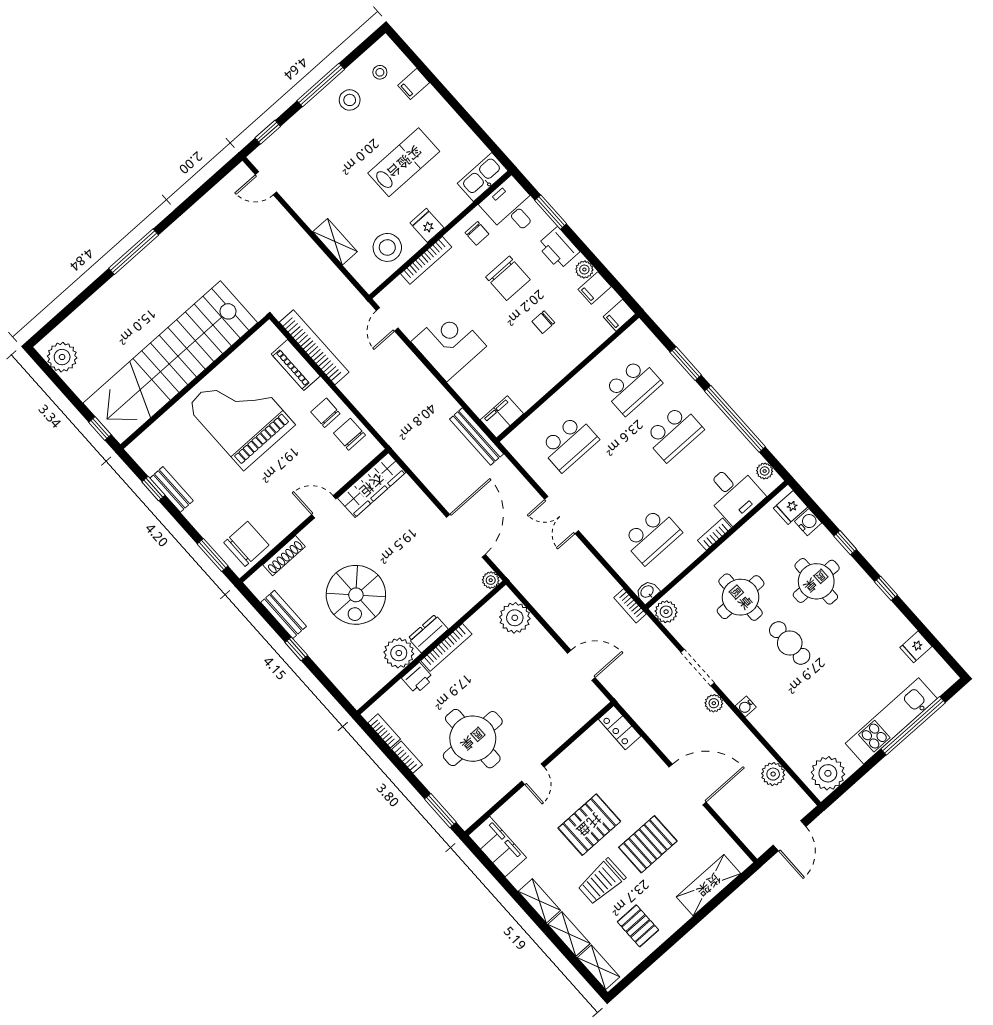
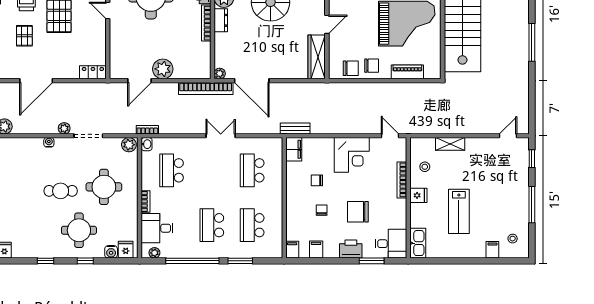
stool: (350, 100) -> (512, 212), removed
chair: (477, 233) -> (317, 180), moved
stool: (387, 247) -> (425, 167), width x0.53, depth x0.53
plant: (584, 270) -> (329, 252), removed
bookcase: (314, 347) -> (206, 88), moved
bench: (477, 436) -> (295, 128), width x0.73
plant: (515, 618) -> (163, 69), moved
pallet: (648, 844) -> (24, 36), width x0.67, depth x0.71

